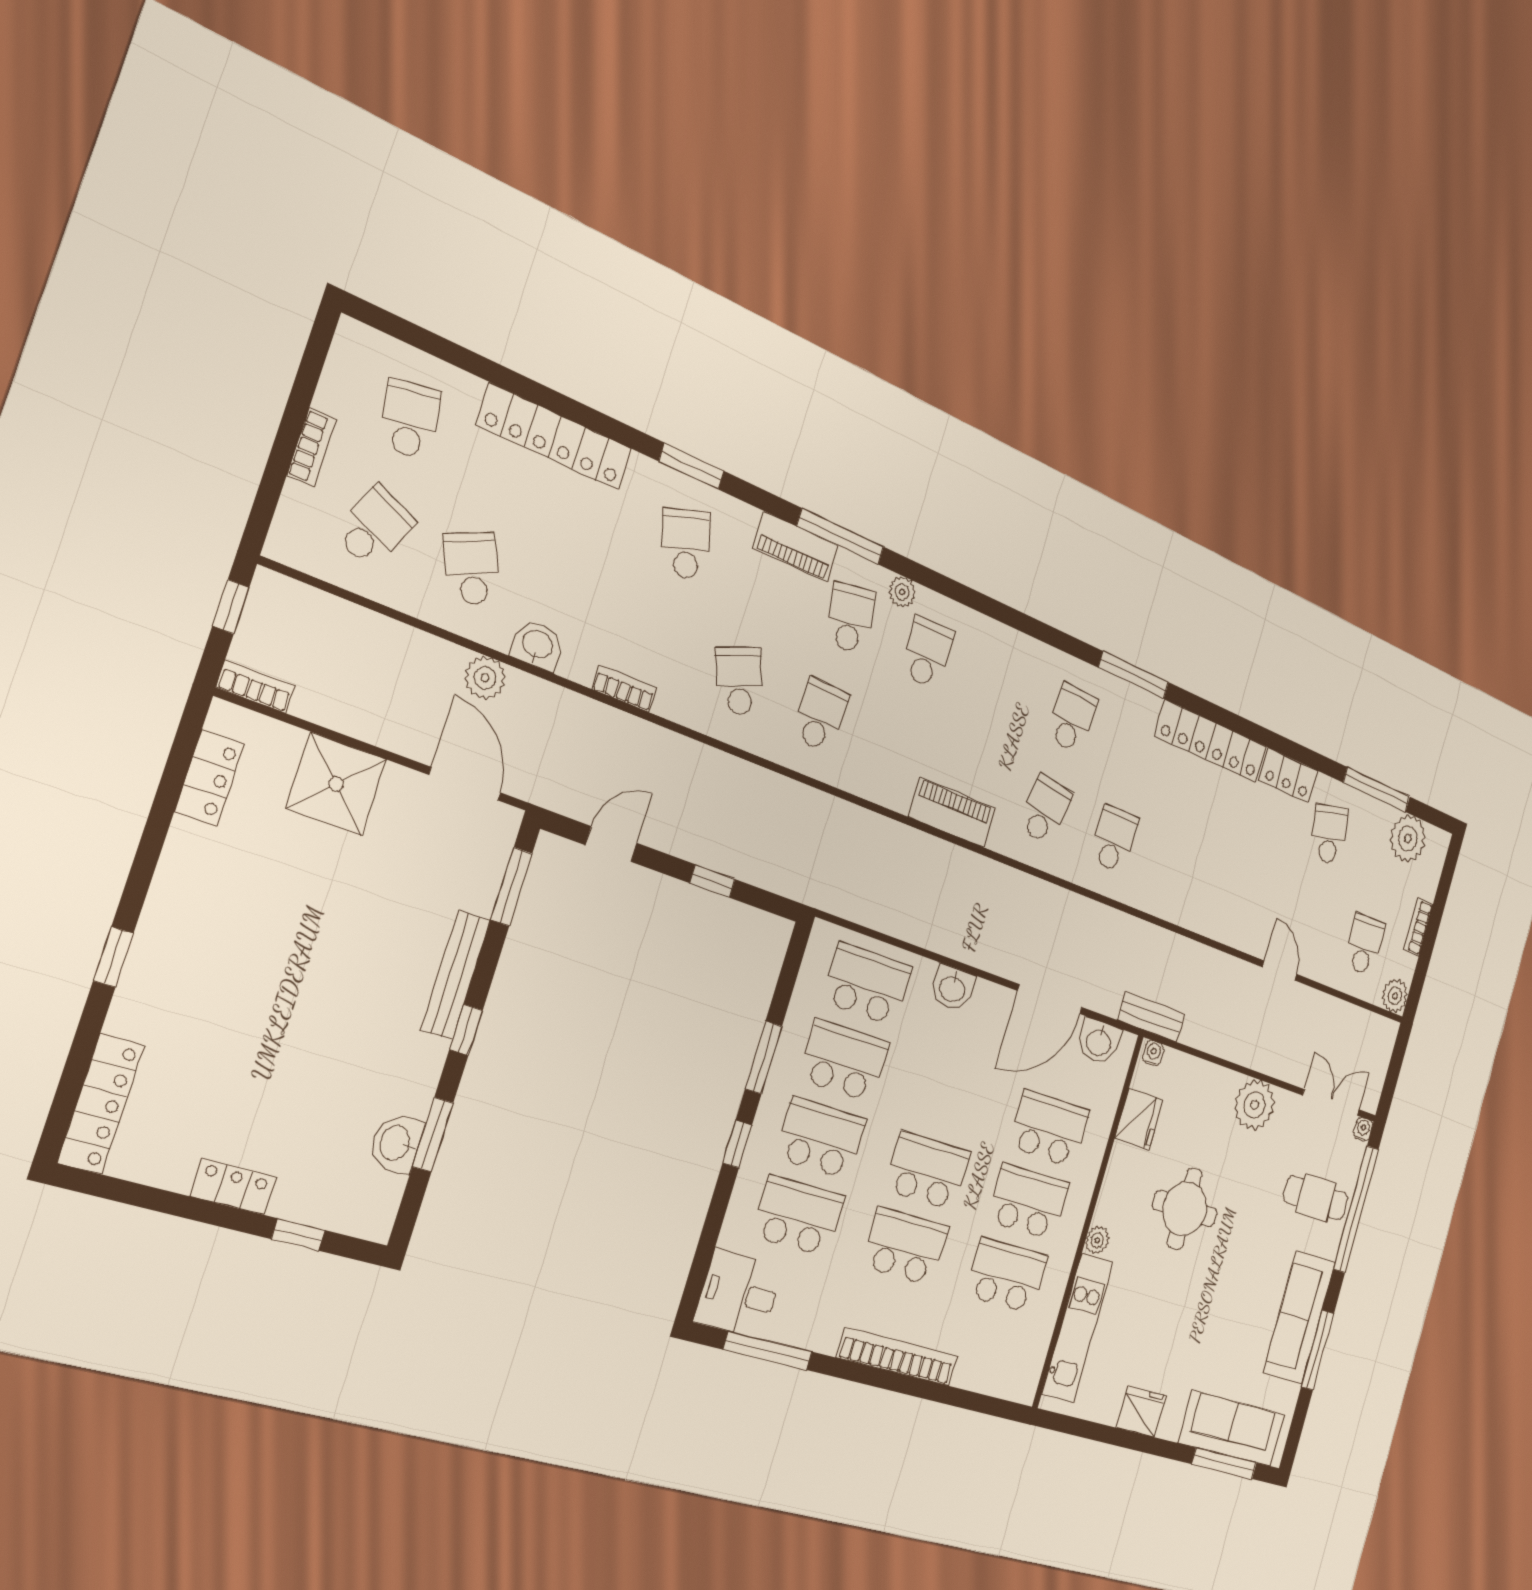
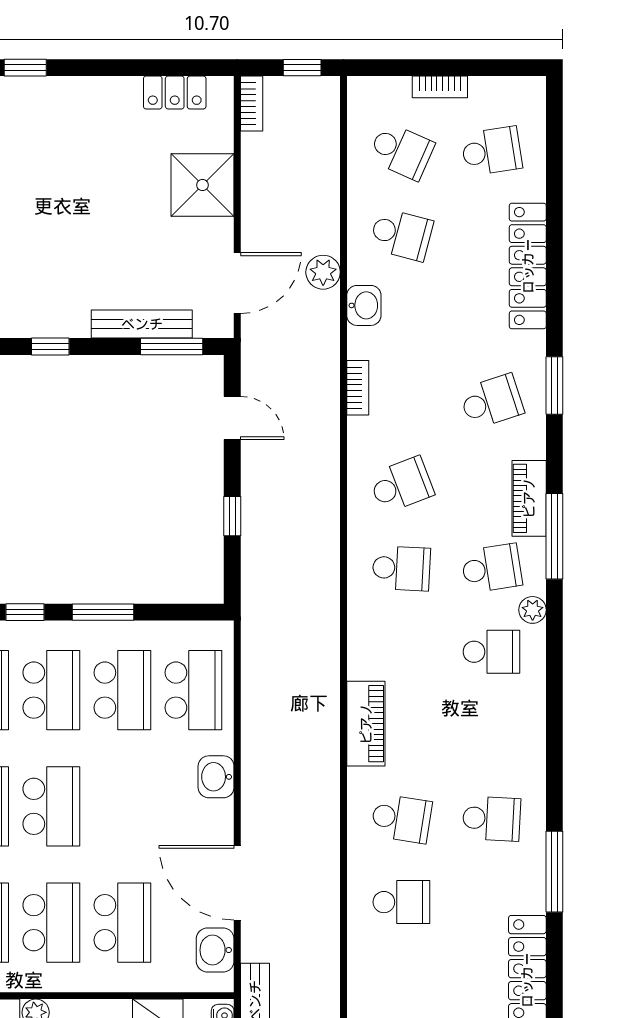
school desk: (472, 568) -> (401, 235), turned 39
bench: (456, 975) -> (142, 324), moved

